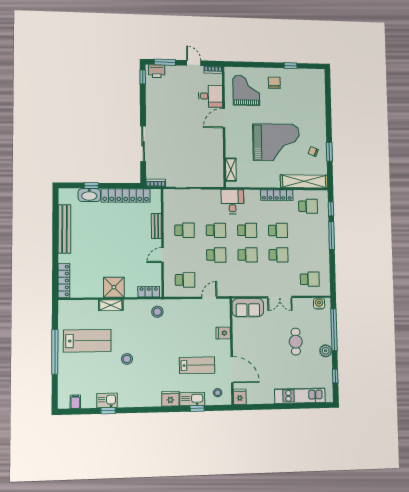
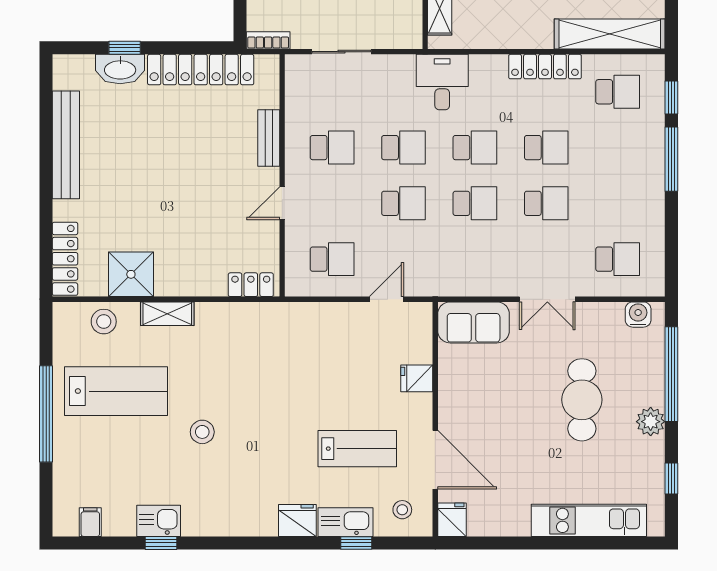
shower: (114, 287) -> (131, 274), moved
stool: (157, 312) -> (104, 322), moved
cafe table: (296, 342) -> (582, 400), width x1.37, depth x1.35

